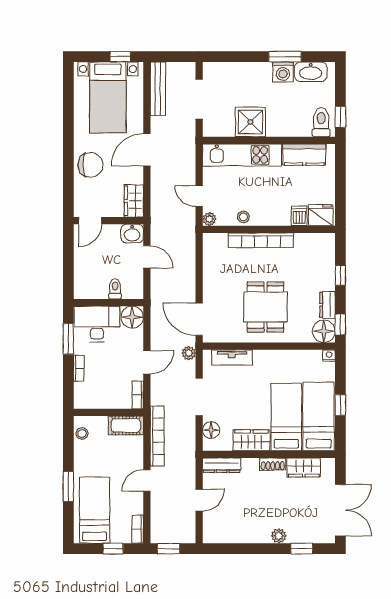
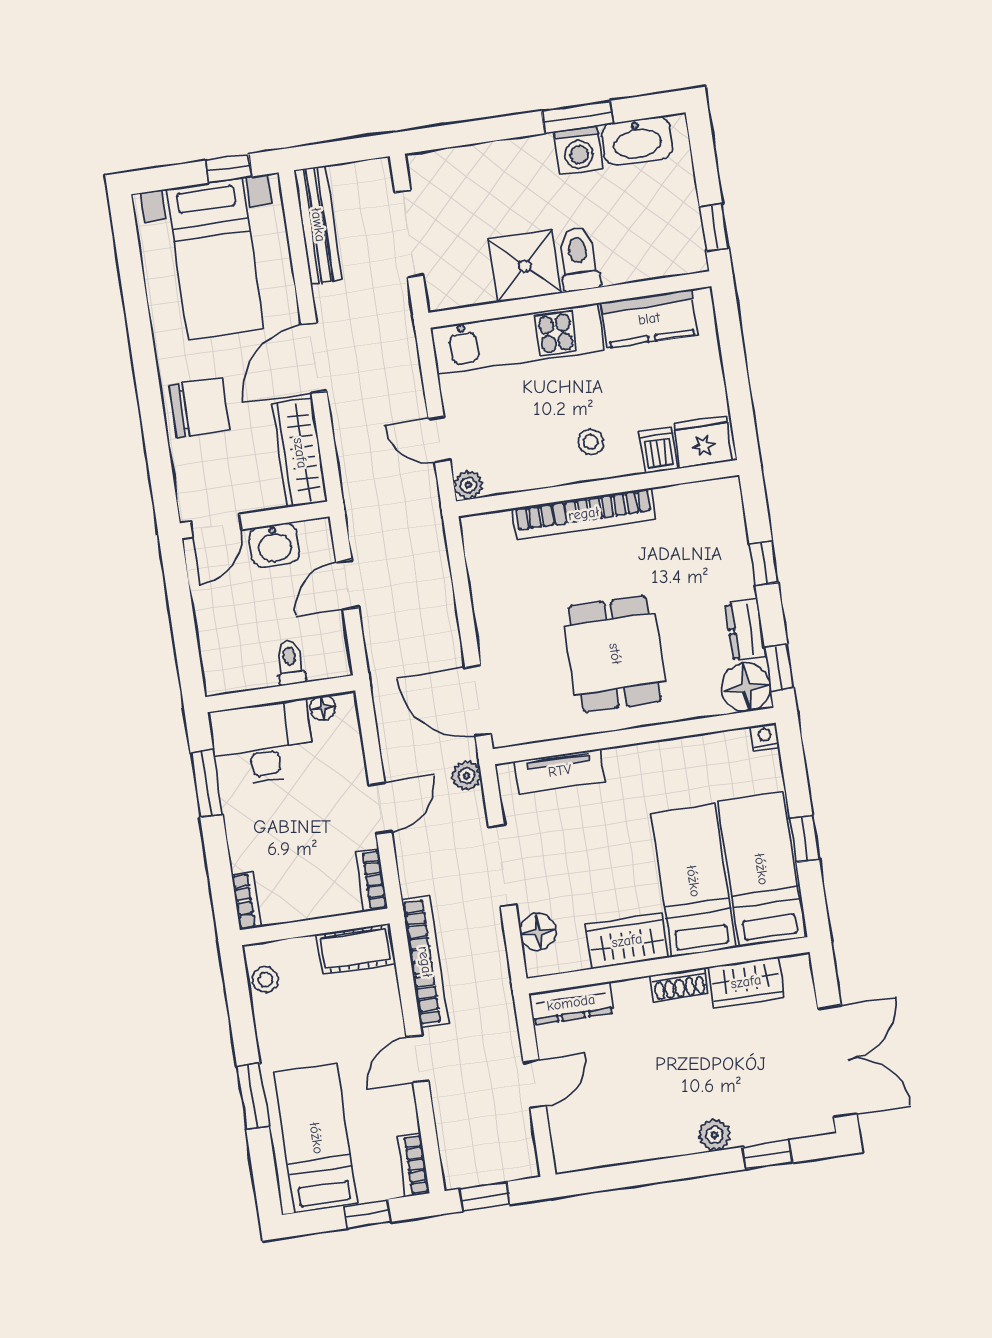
toilet: (321, 122) -> (578, 259), moved
wardrobe: (134, 201) -> (300, 453), width x1.50
stool: (243, 217) -> (591, 442), moved
washbasin: (132, 234) -> (274, 545), moved
door: (147, 257) -> (347, 585), swing flipped
floor lamp: (132, 317) -> (323, 708), width x0.53, depth x0.53
bookcase: (79, 368) -> (247, 901), moved

